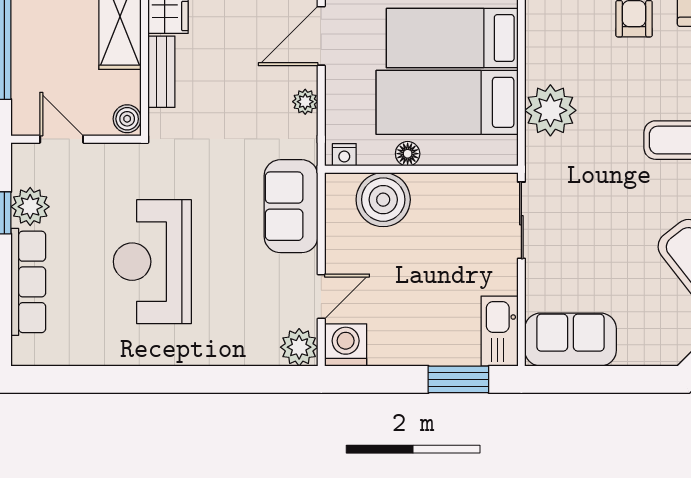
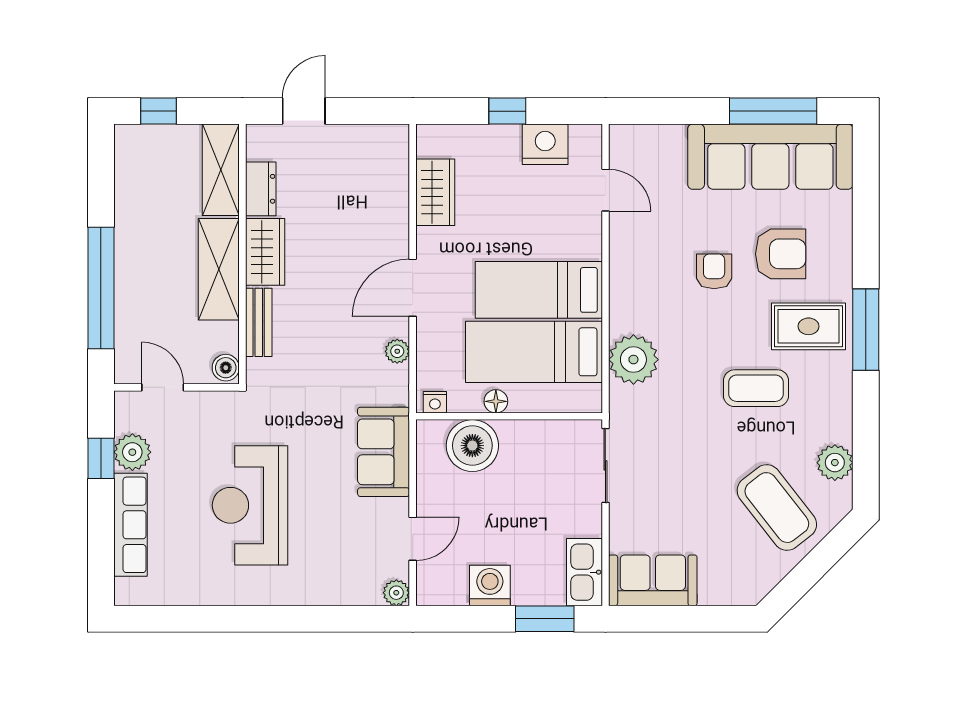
washing machine: (346, 345) -> (490, 586), moved
plant: (299, 347) -> (396, 593), width x0.73, depth x0.73

